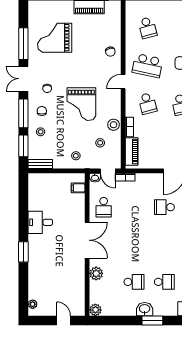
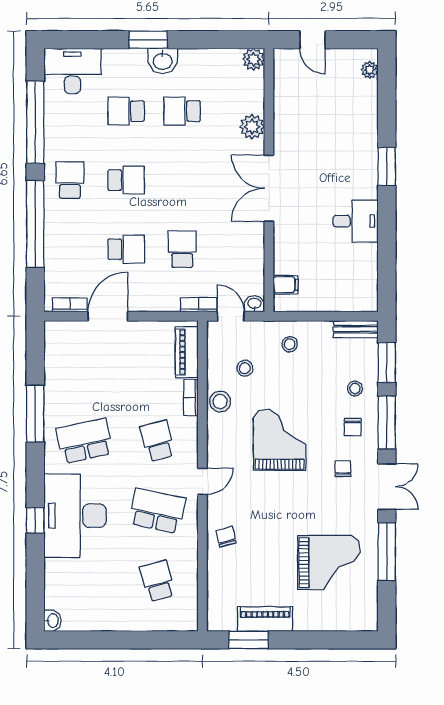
school desk: (104, 207) -> (182, 249), moved
school desk: (164, 245) -> (126, 180), added

